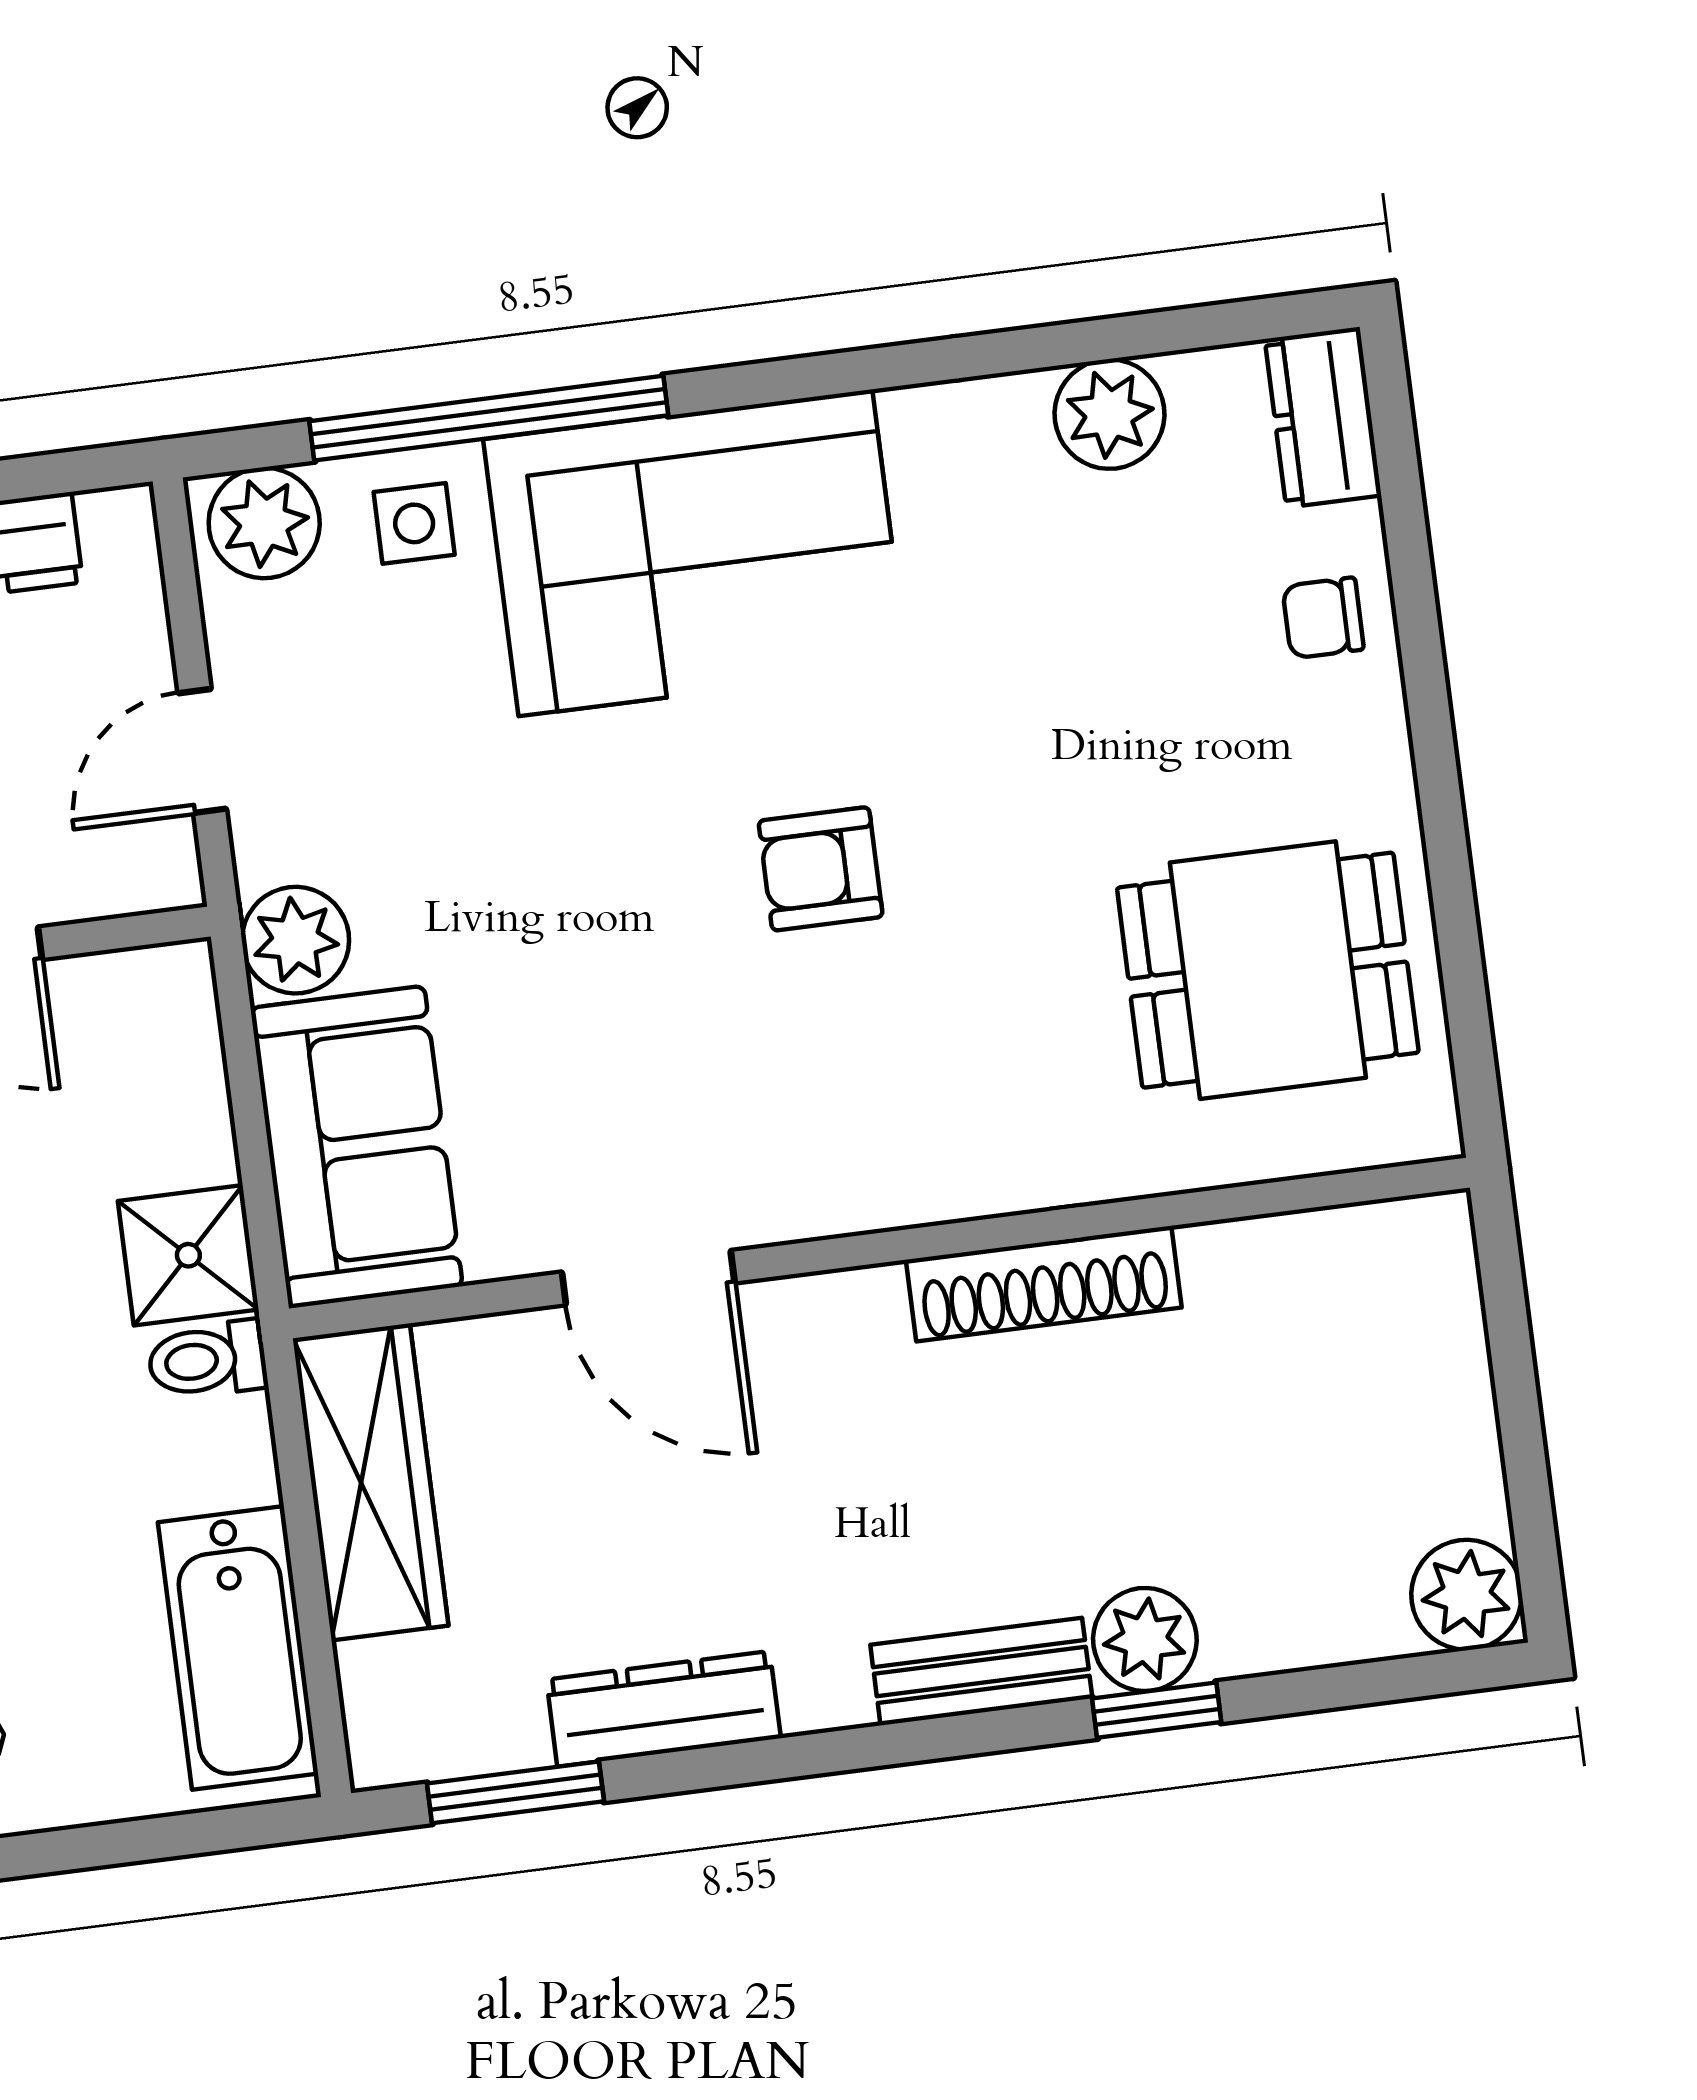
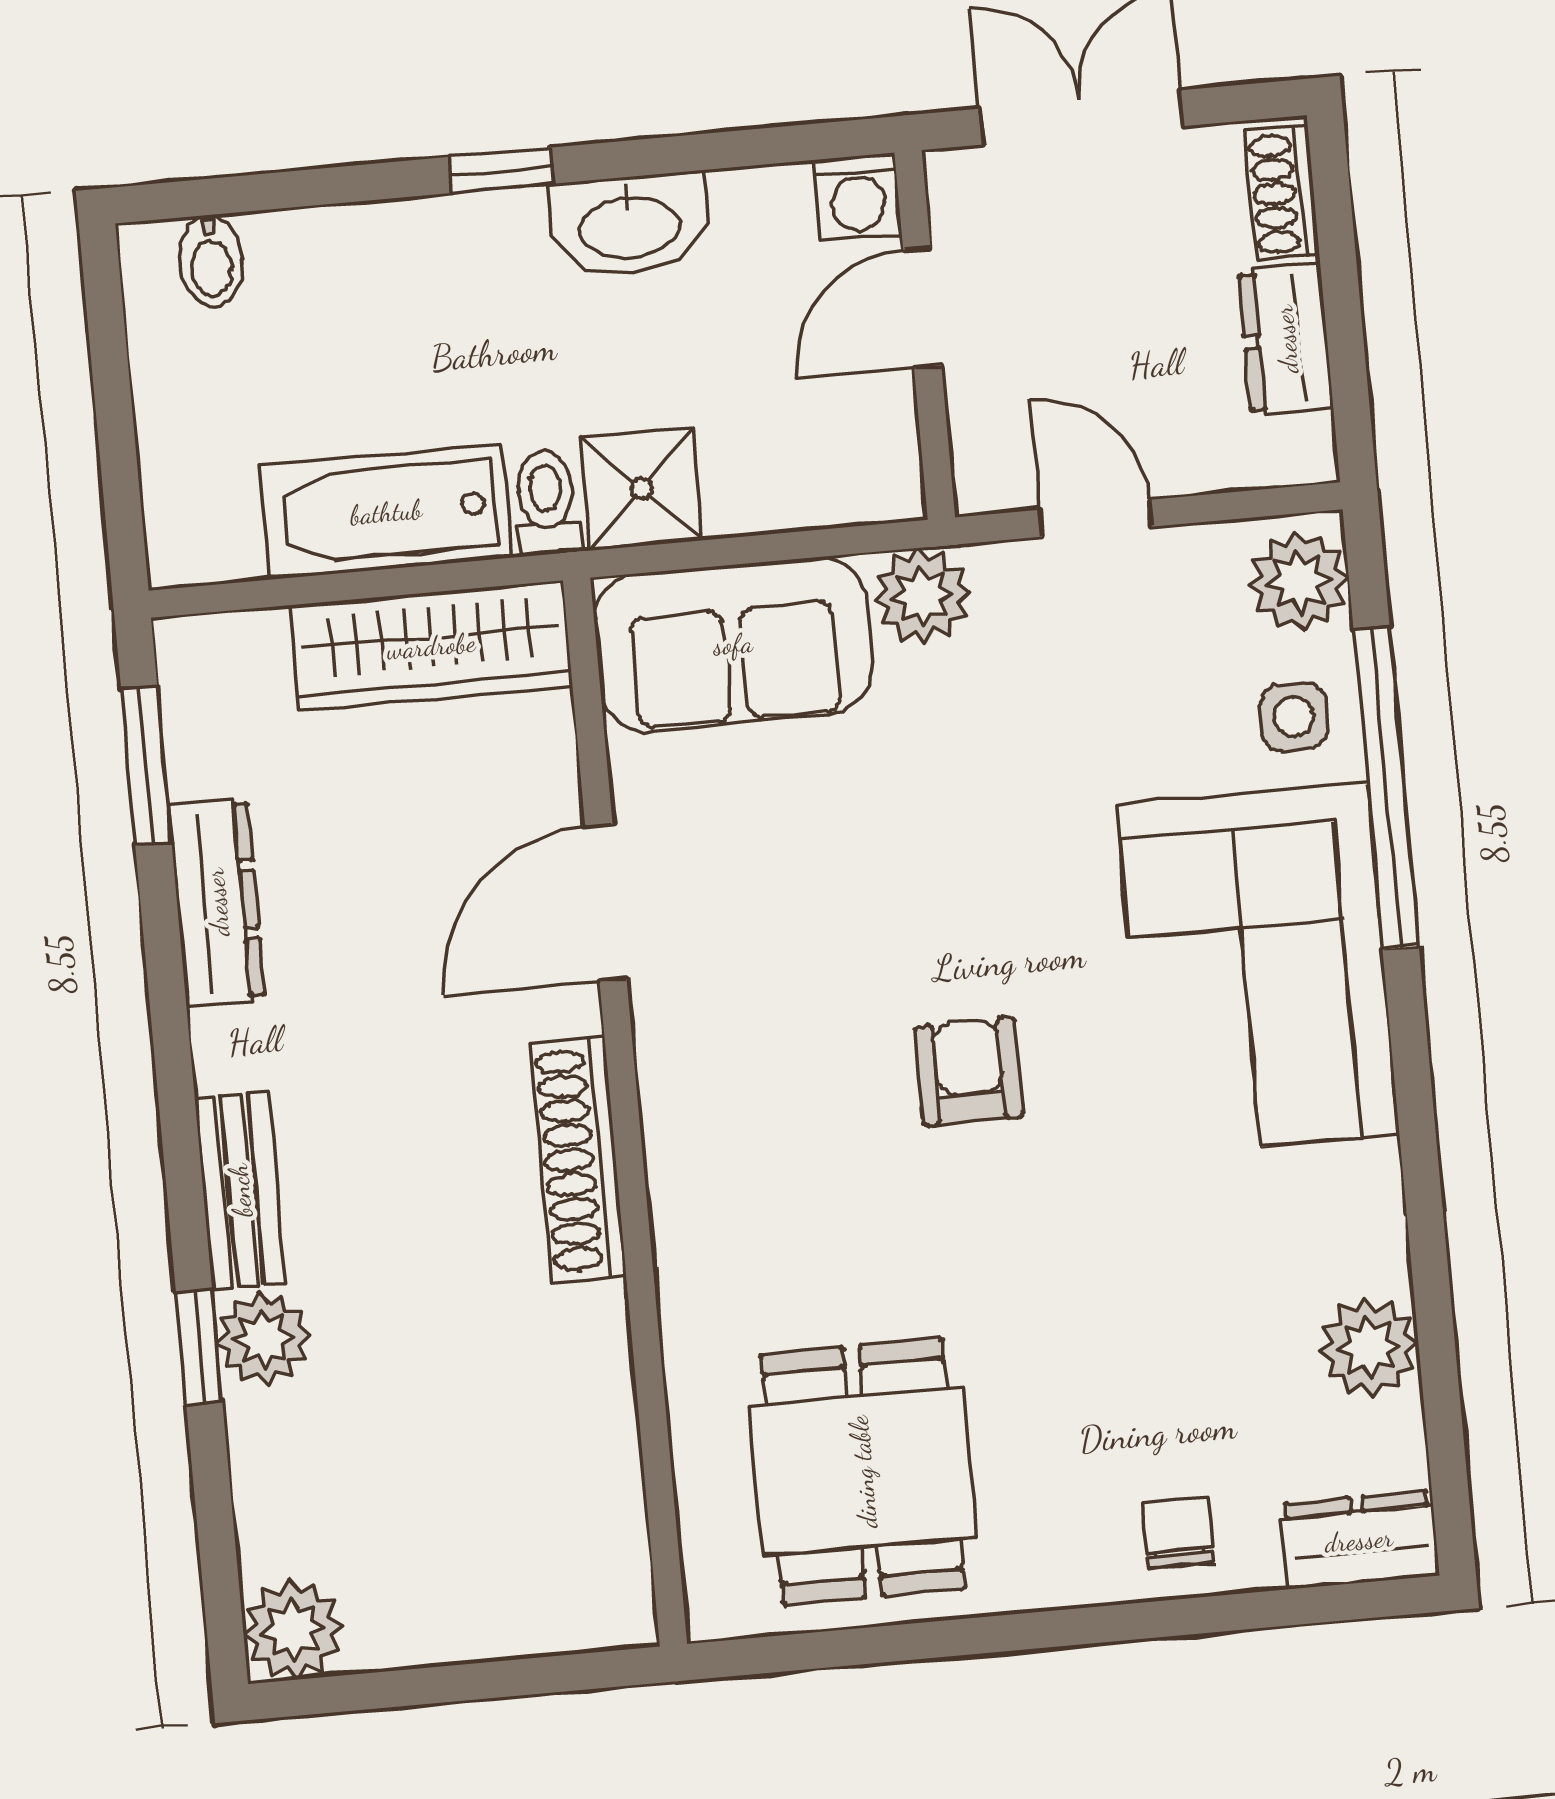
shoe rack: (1044, 1284) -> (578, 1159), moved
bathtub: (238, 1648) -> (386, 512), moved

